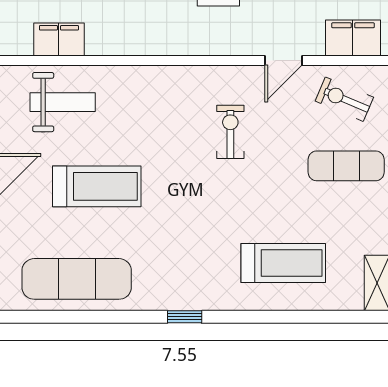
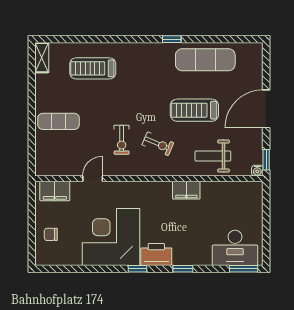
filing cabinet: (59, 39) -> (186, 190), moved
exercise bike: (344, 99) -> (158, 144), moved
window: (185, 317) -> (172, 39), moved

